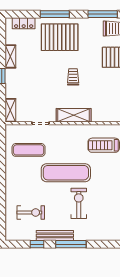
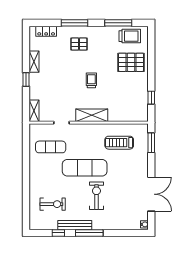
pallet: (60, 37) -> (79, 44), width x0.49, depth x0.50

